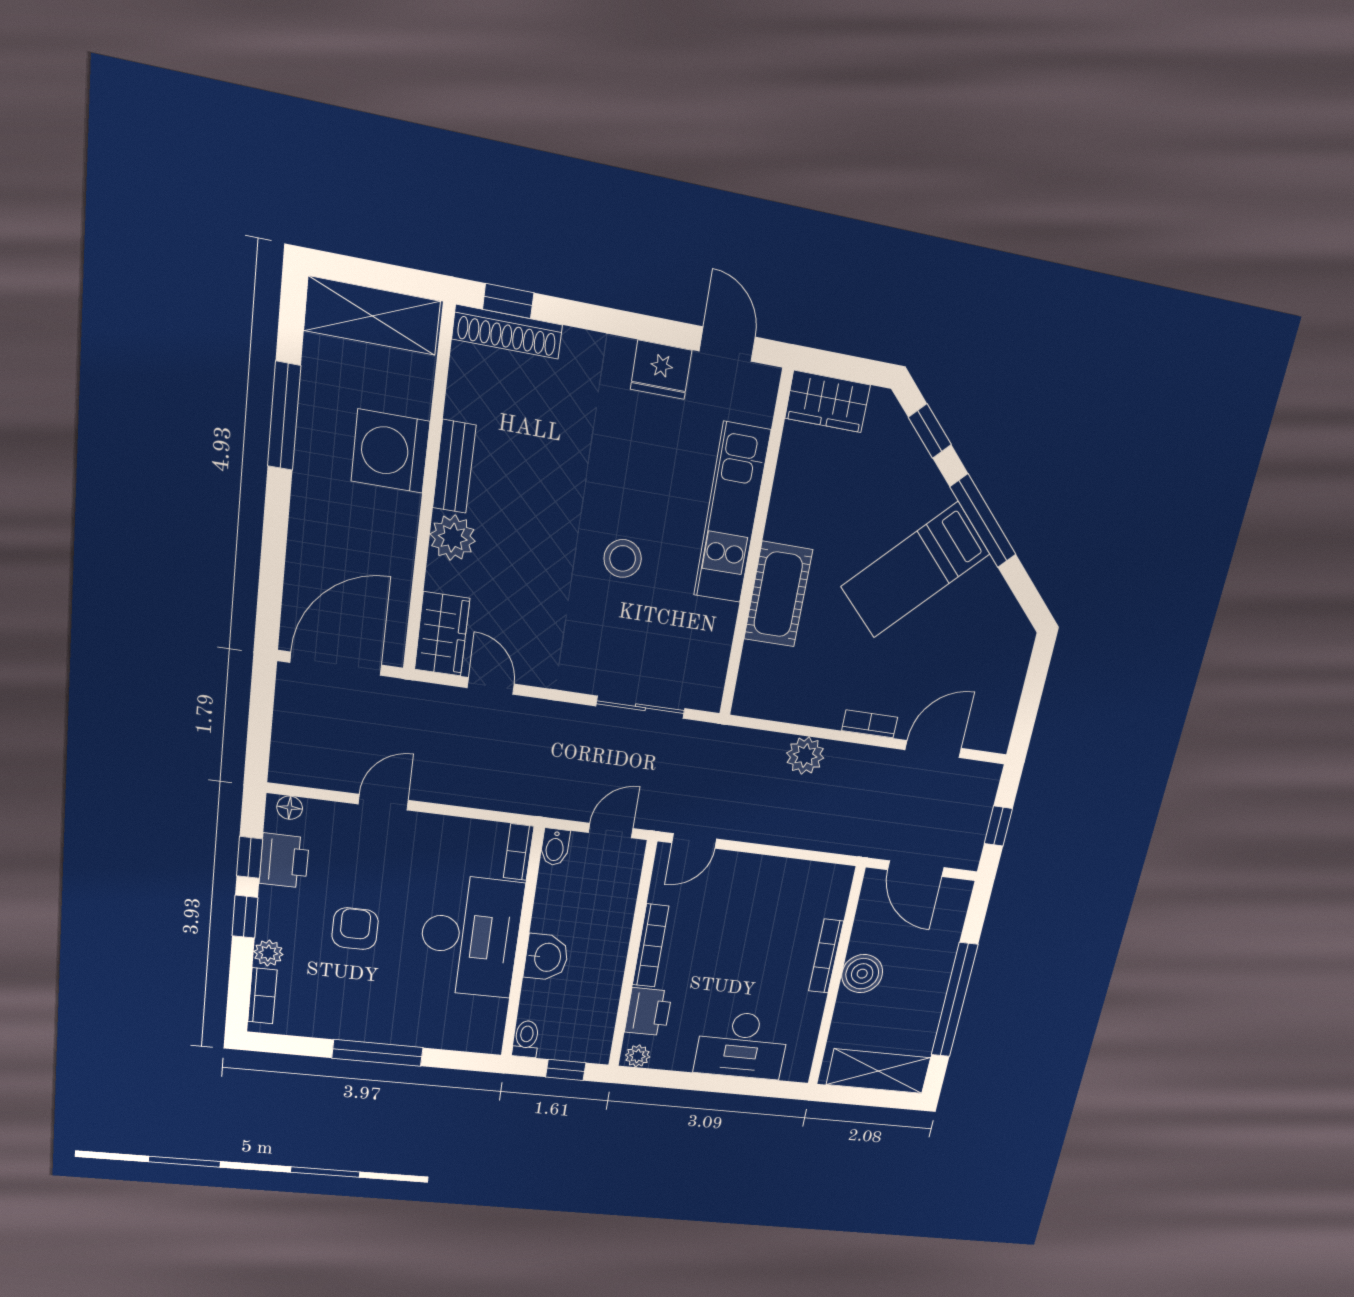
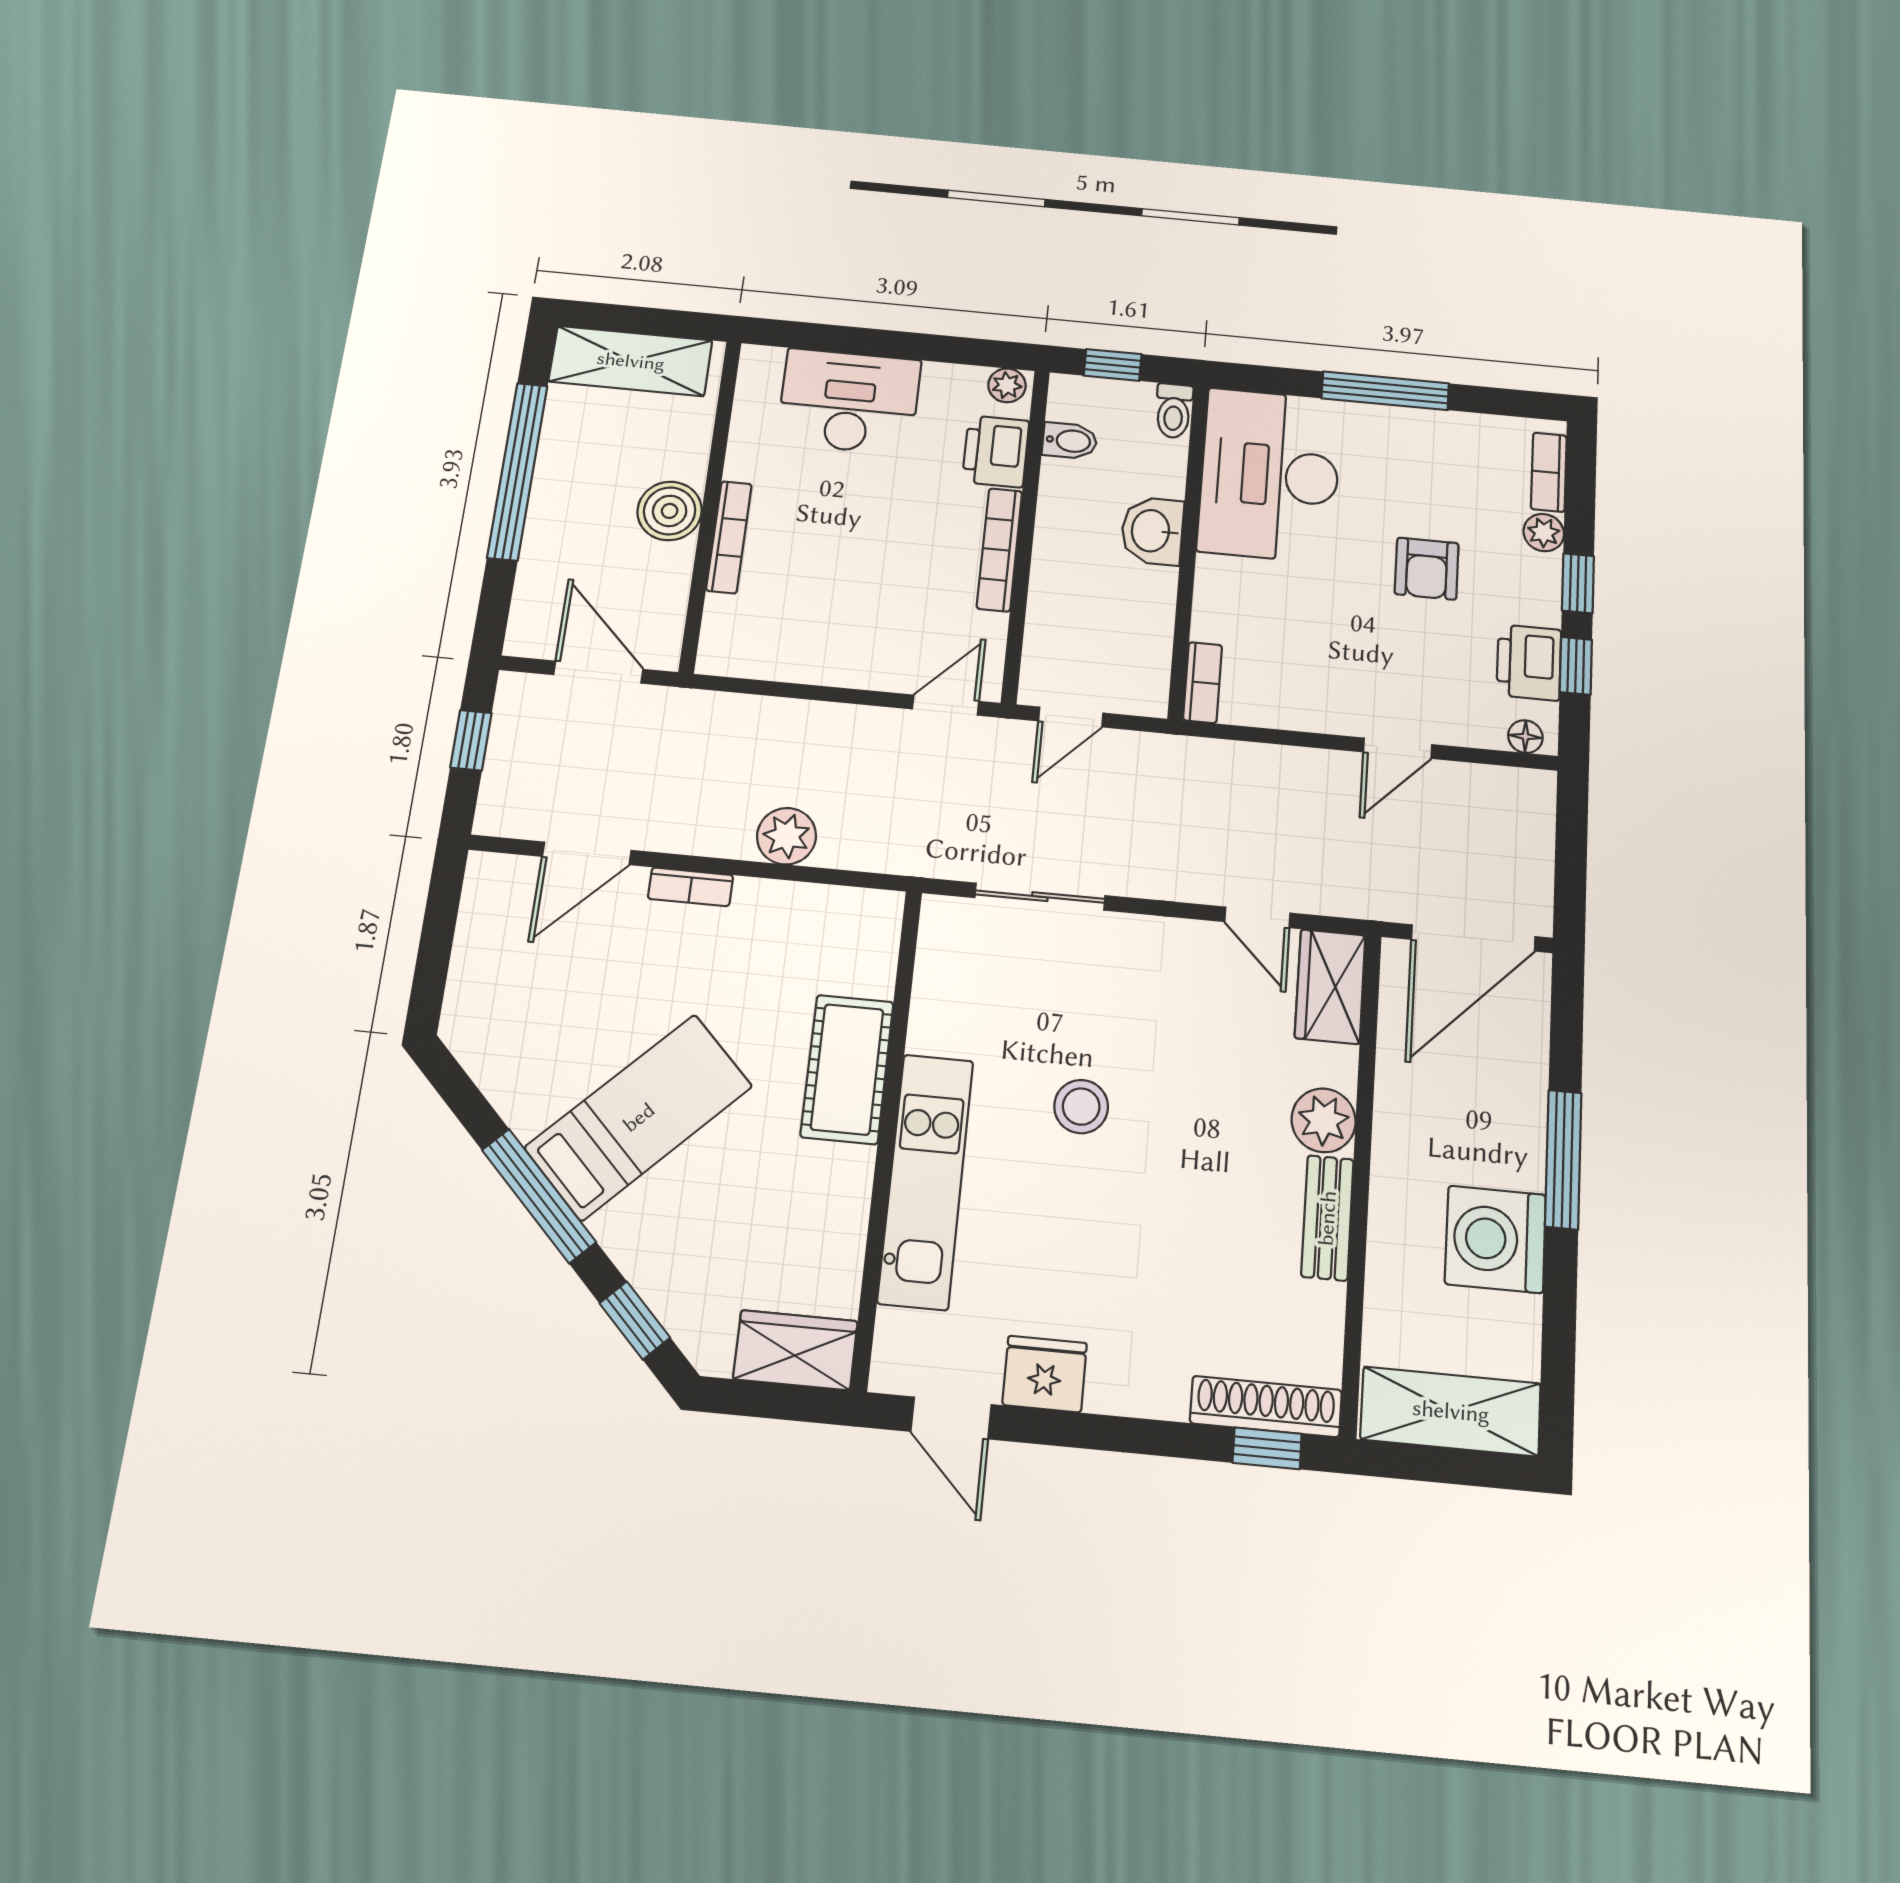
window: (284, 416) -> (1563, 1159), moved
washing machine: (390, 451) -> (1495, 1239), moved, turned 180
bidet: (555, 847) -> (1070, 441), moved, turned 90
desk: (470, 936) -> (1270, 475), moved

